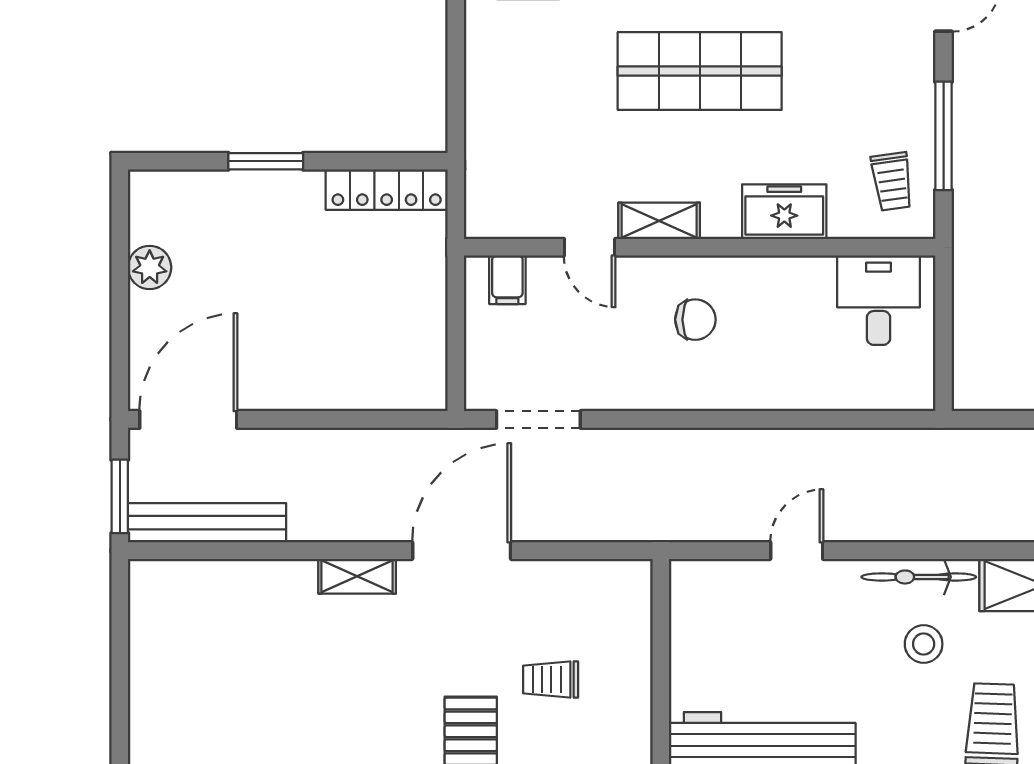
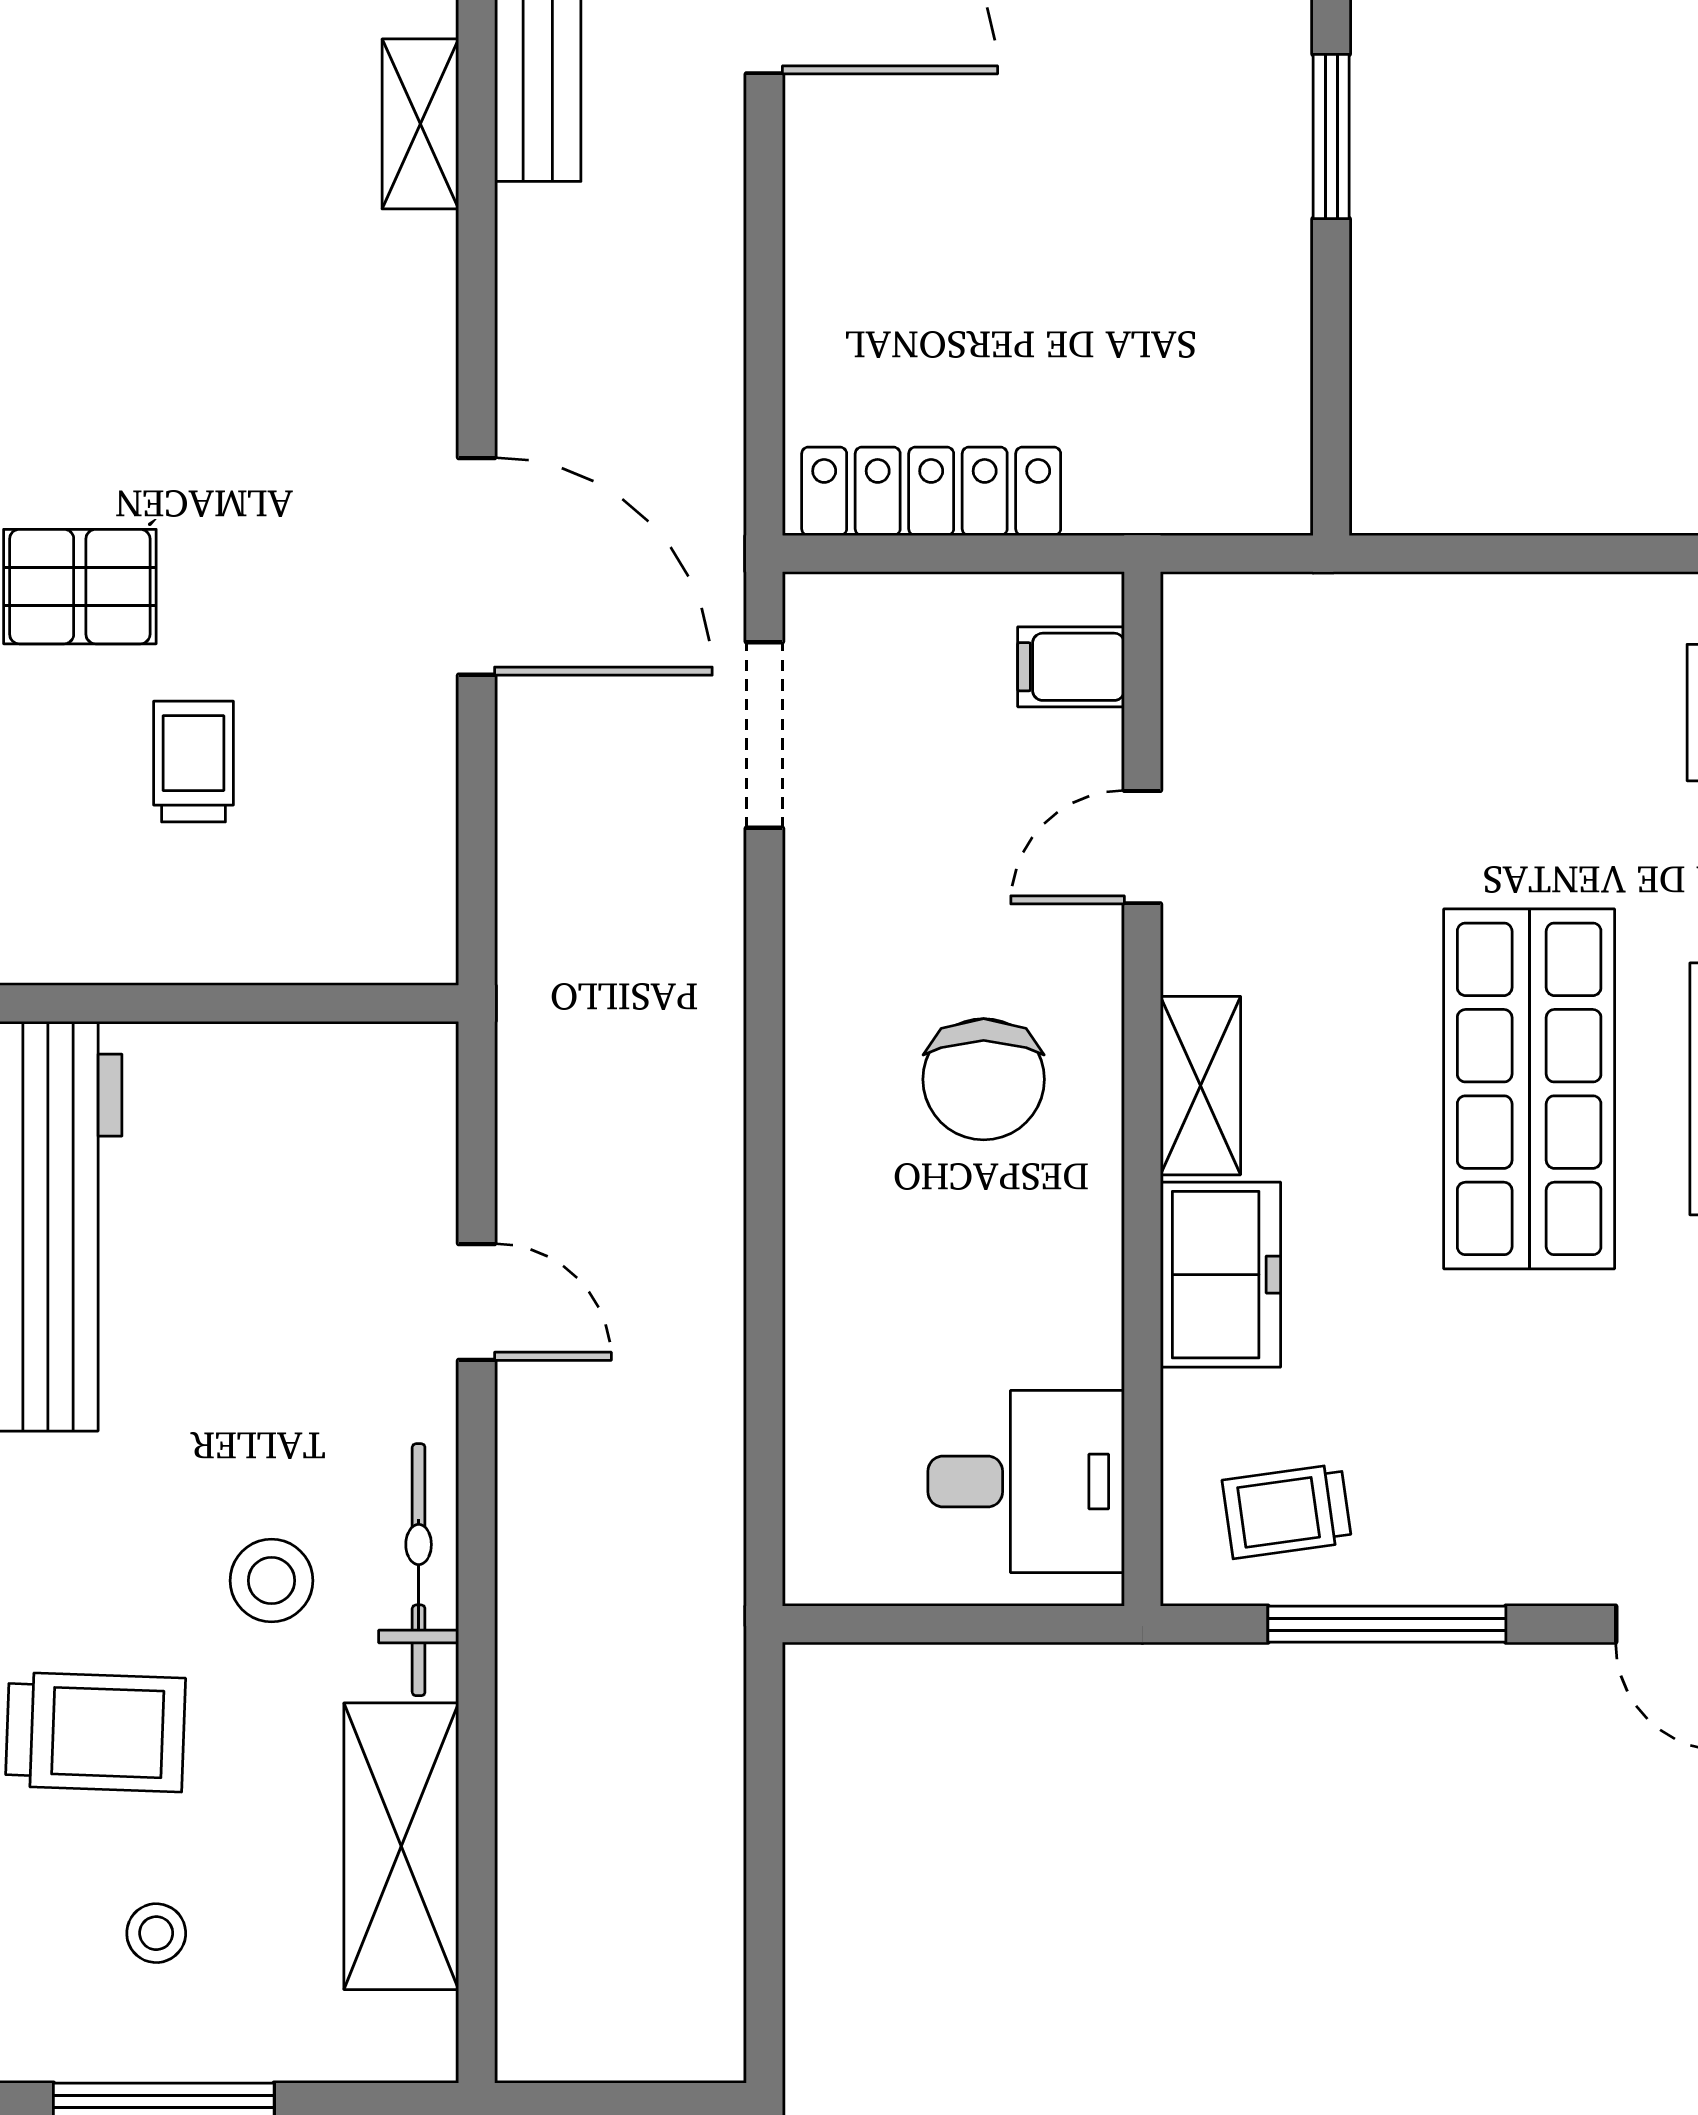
locker: (387, 190) -> (931, 491), moved, turned 90
shelving: (659, 221) -> (1200, 1086), moved
chair: (695, 320) -> (984, 1079), width x1.37, depth x1.37
shelving: (357, 576) -> (420, 124), moved

